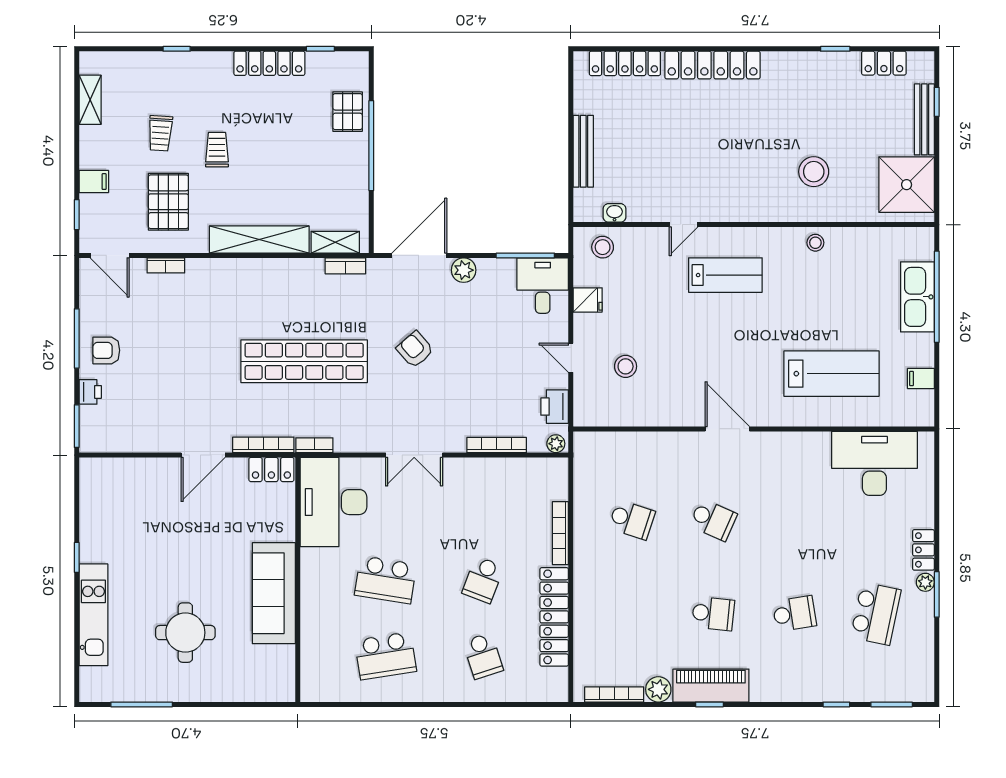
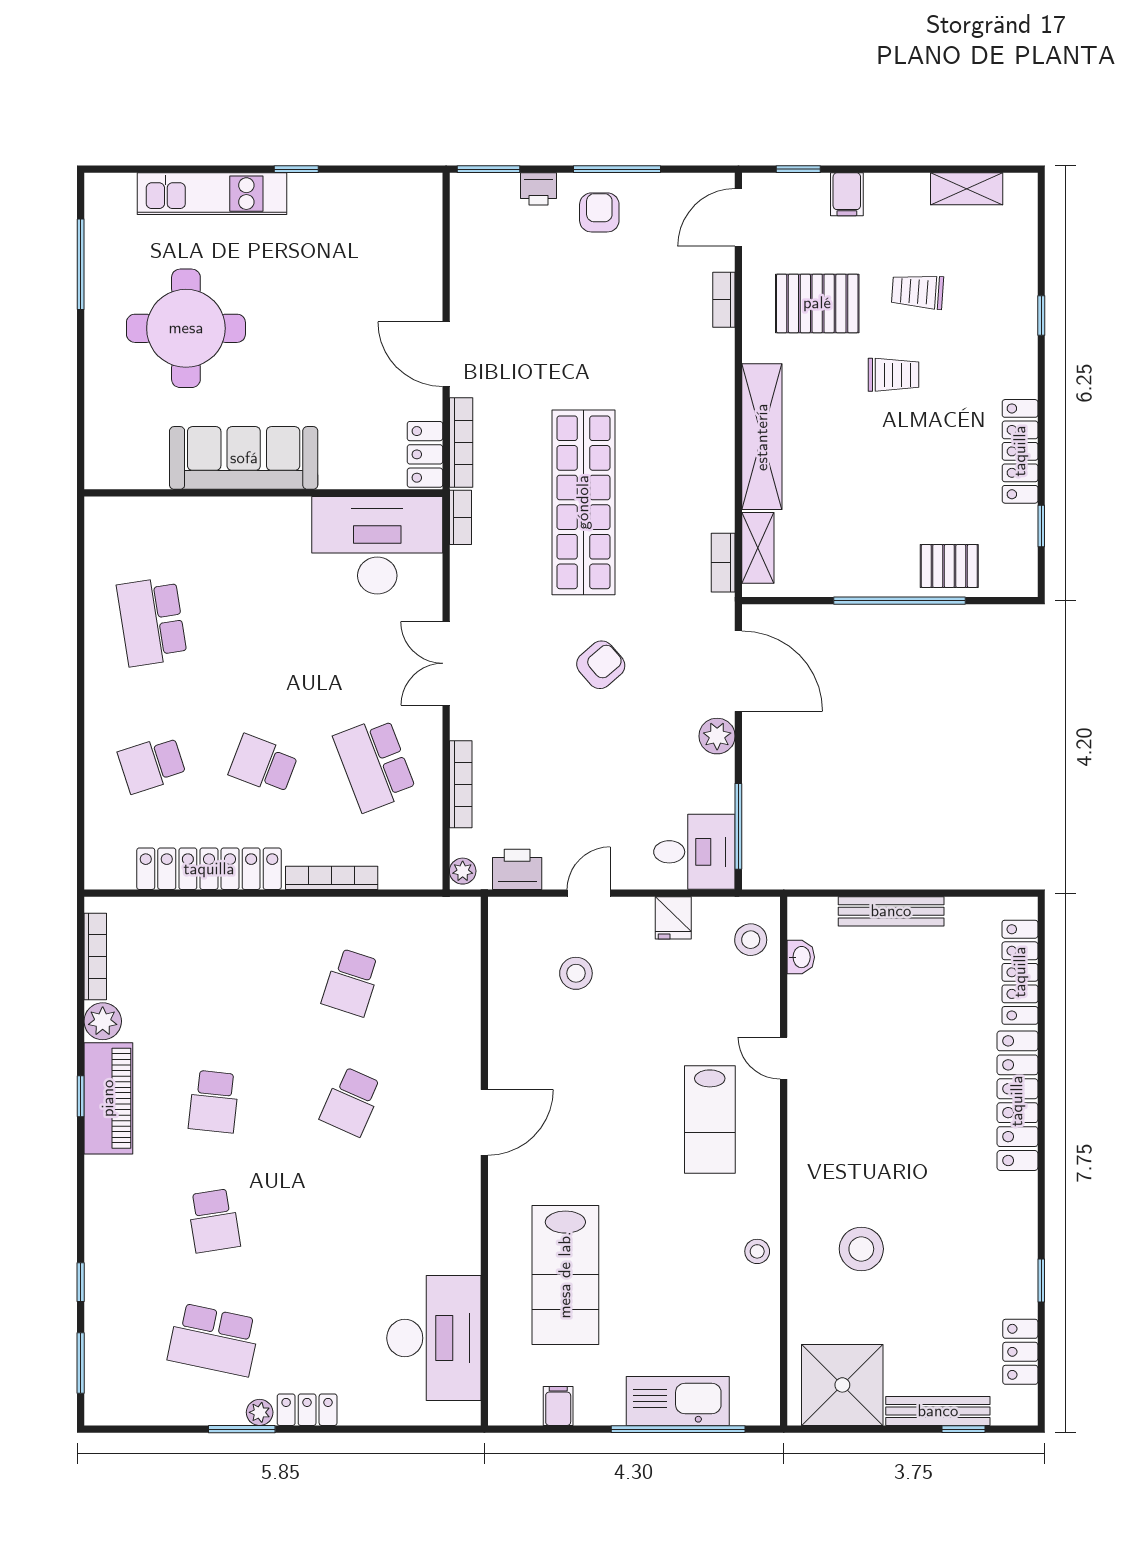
school desk: (386, 580) -> (375, 764), moved, turned -30
round table: (185, 633) -> (186, 328), width x1.36, depth x1.36

